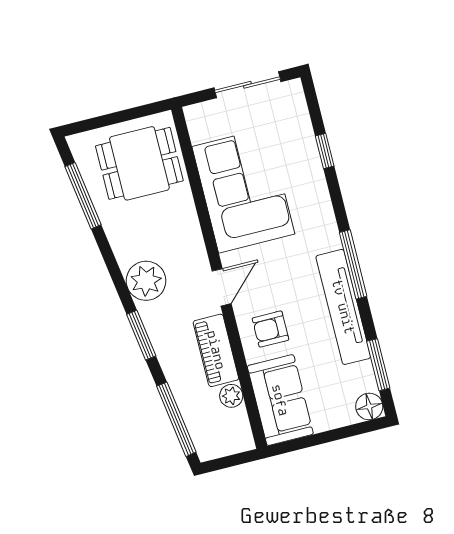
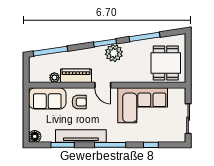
window: (83, 196) -> (145, 37), moved
window: (353, 264) -> (110, 145), moved
armchair: (270, 329) -> (79, 102), turned 90
window: (141, 335) -> (105, 43), moved
window: (378, 365) -> (63, 145), moved

